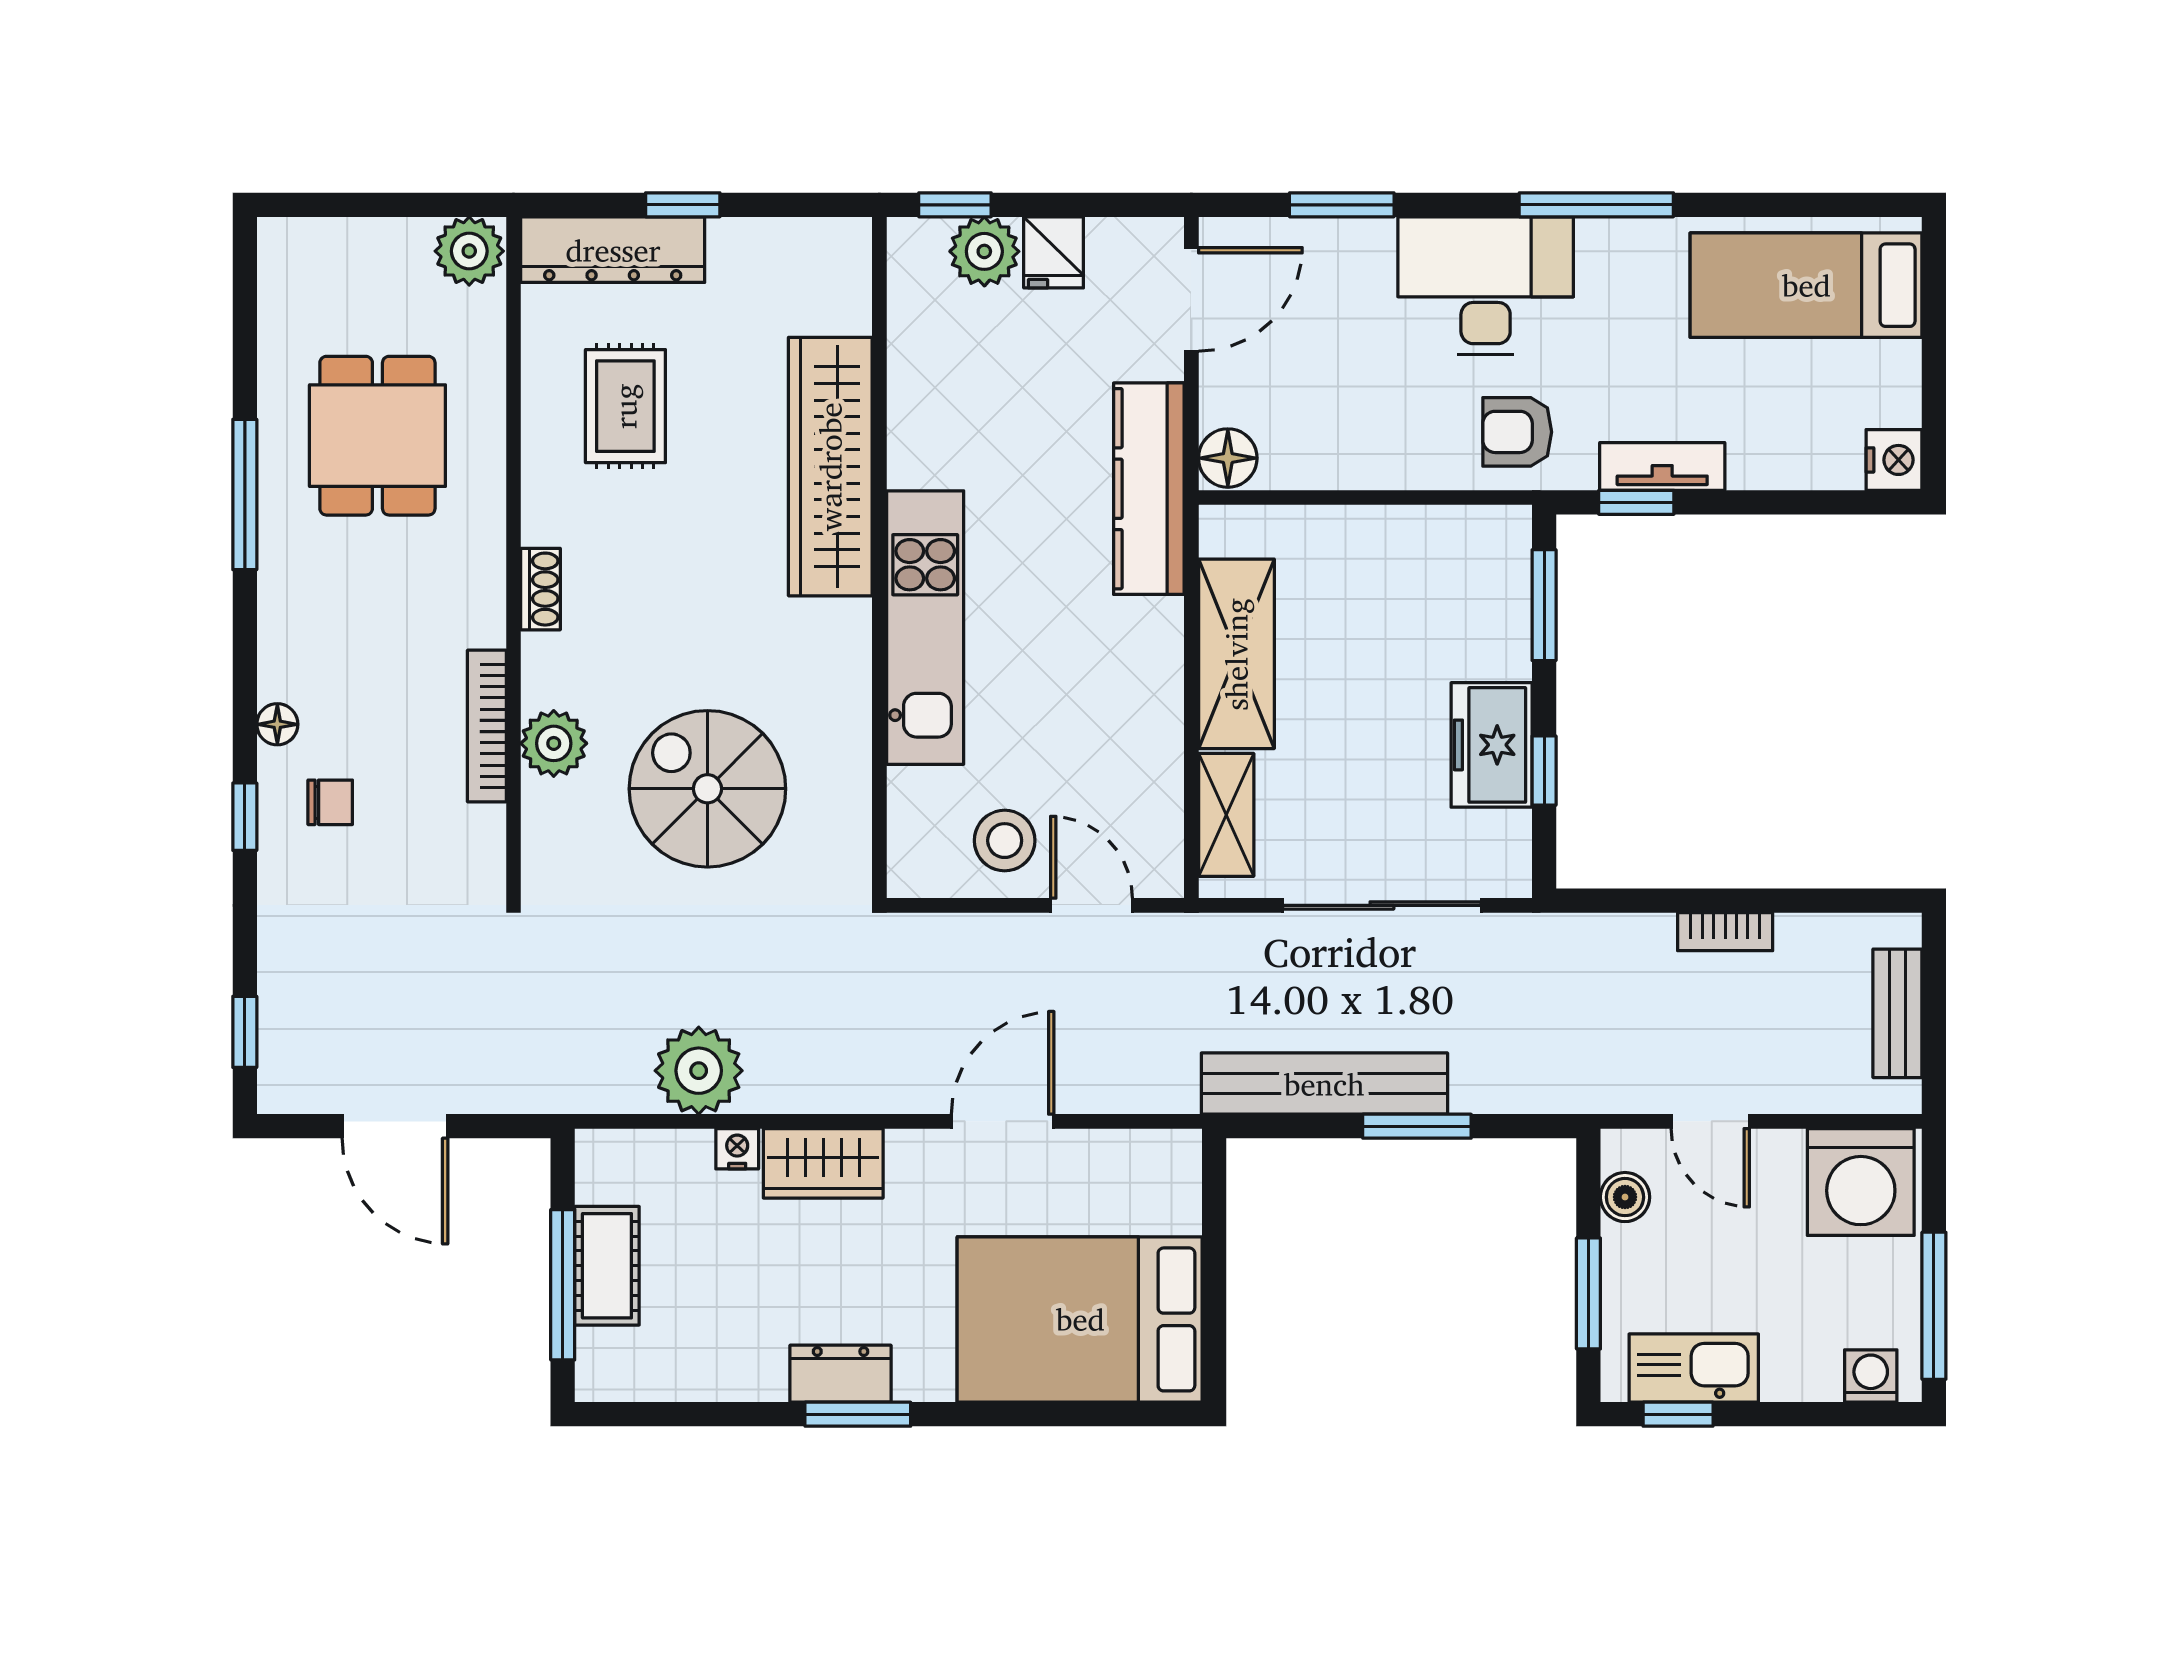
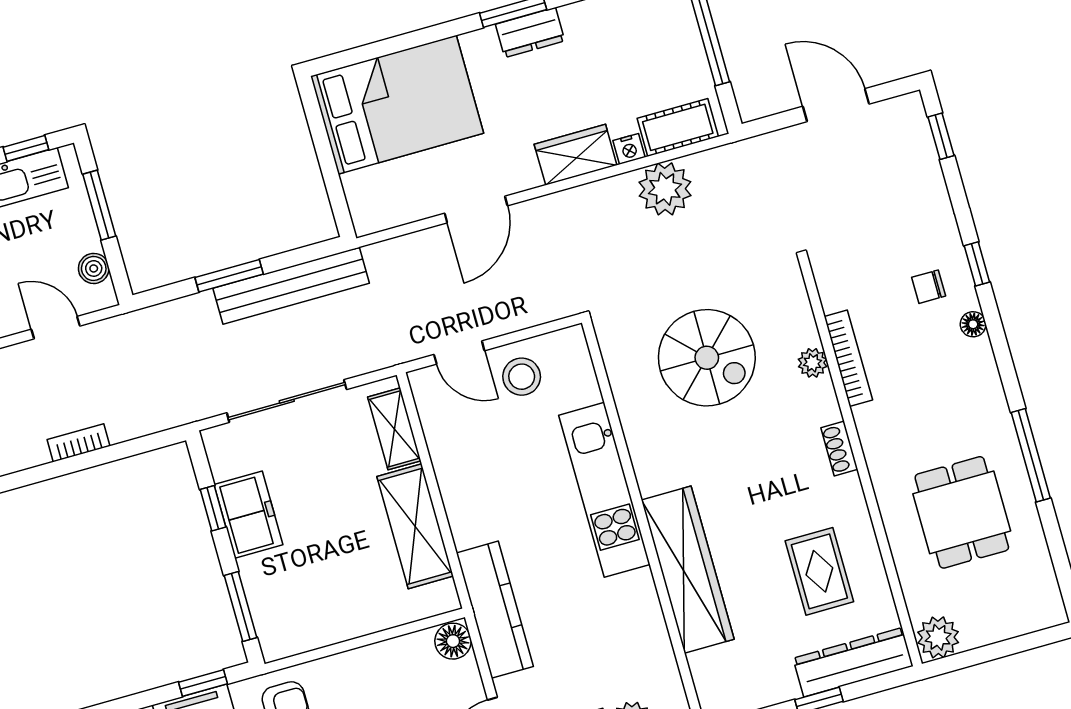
plant: (554, 743) -> (813, 363), width x0.73, depth x0.73
cot: (607, 1266) -> (678, 127), moved, turned 90

